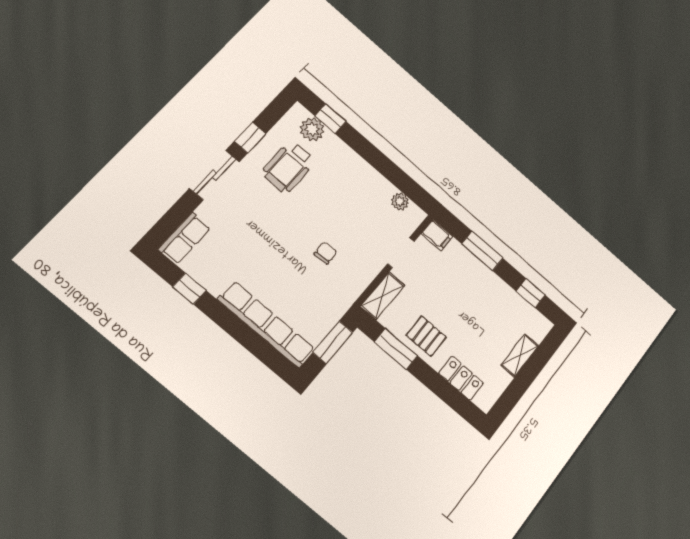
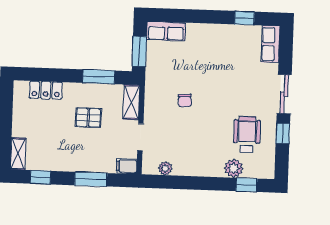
plant: (312, 129) -> (234, 168), moved
row of seats: (266, 324) -> (166, 31), width x0.50
pallet: (426, 336) -> (88, 118), moved
shelving: (520, 355) -> (18, 154), moved

